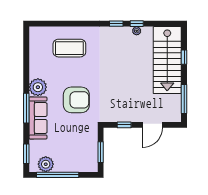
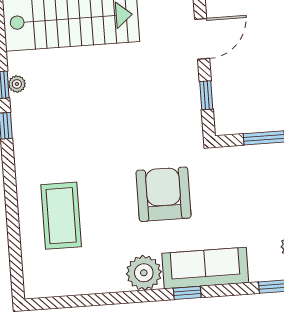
window: (26, 108) -> (187, 293), width x0.46
door: (152, 125) -> (202, 39), hinge flipped

